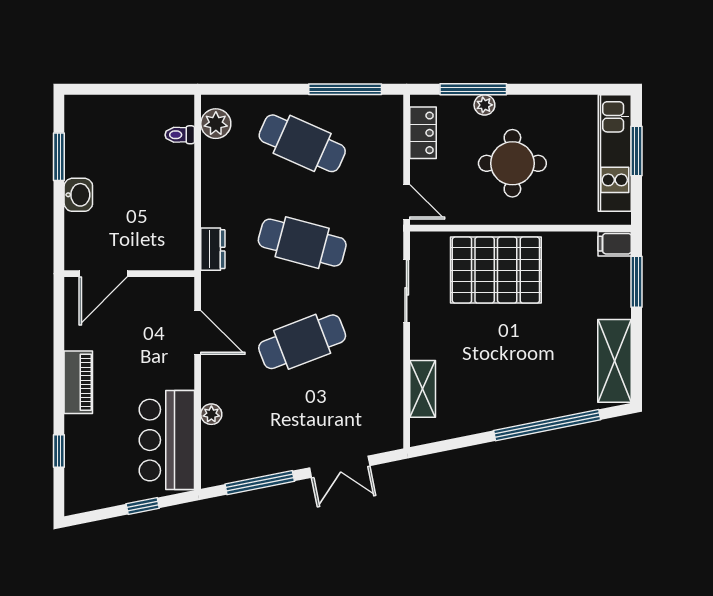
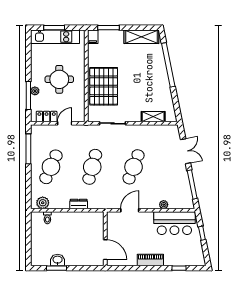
washbasin: (78, 195) -> (58, 260), moved
door: (407, 202) -> (65, 123), moved
dresser: (213, 249) -> (79, 204), moved
cafe table: (302, 342) -> (134, 167), turned 42

